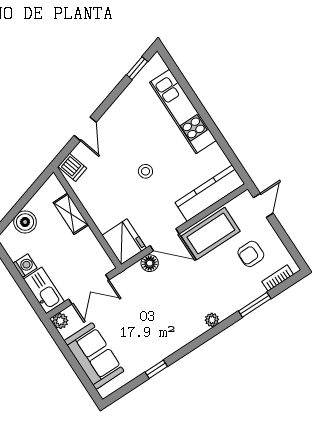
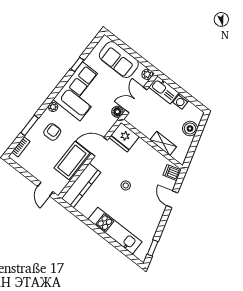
armchair: (251, 254) -> (52, 132), moved
floor lamp: (150, 263) -> (117, 112), moved
corner sofa: (163, 329) -> (81, 91), added

